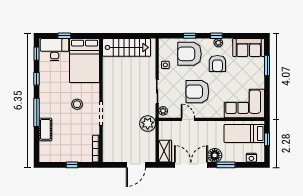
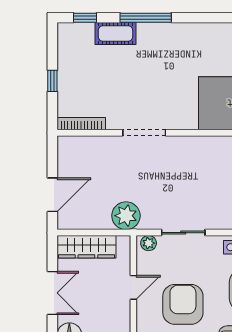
window: (37, 79) -> (85, 18), moved
stool: (77, 104) -> (160, 90), removed
wardrobe: (165, 151) -> (86, 247), width x1.50
door: (136, 165) -> (52, 195), swing flipped
double door: (191, 165) -> (52, 293), width x0.73

